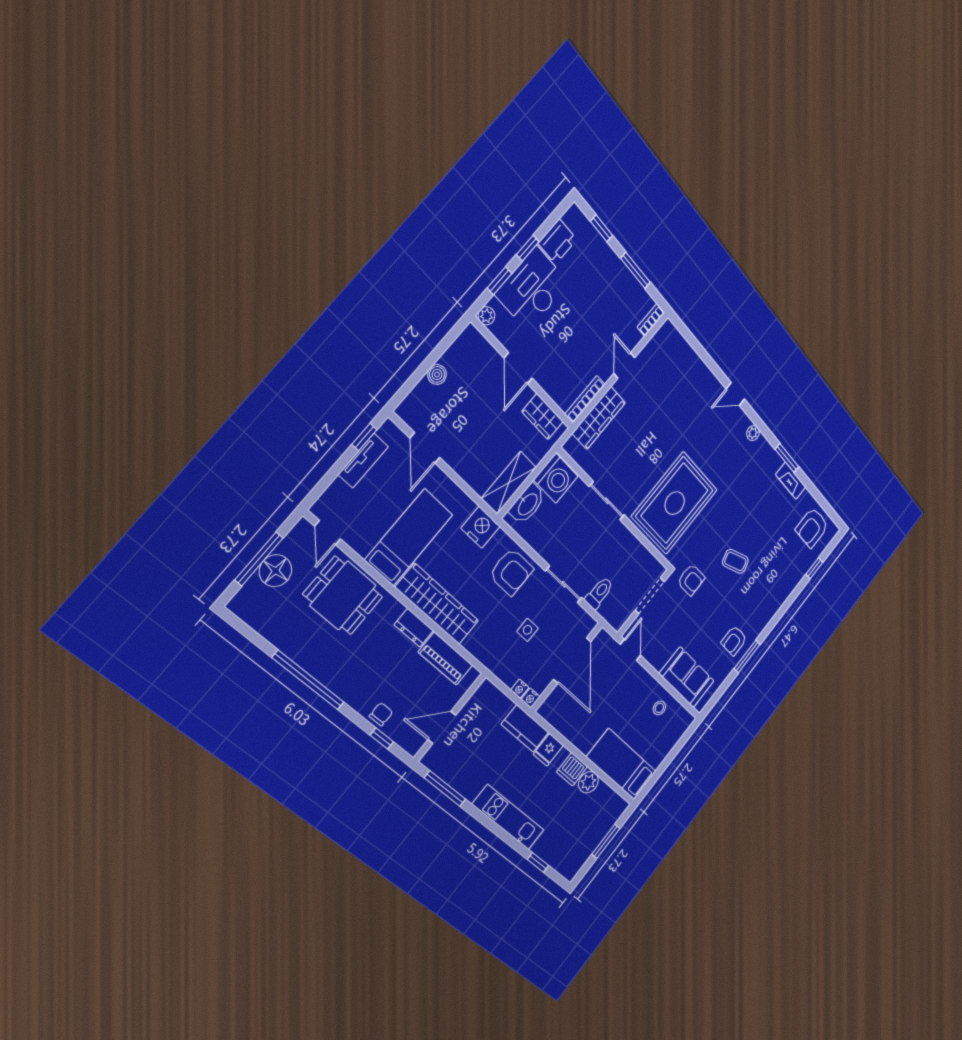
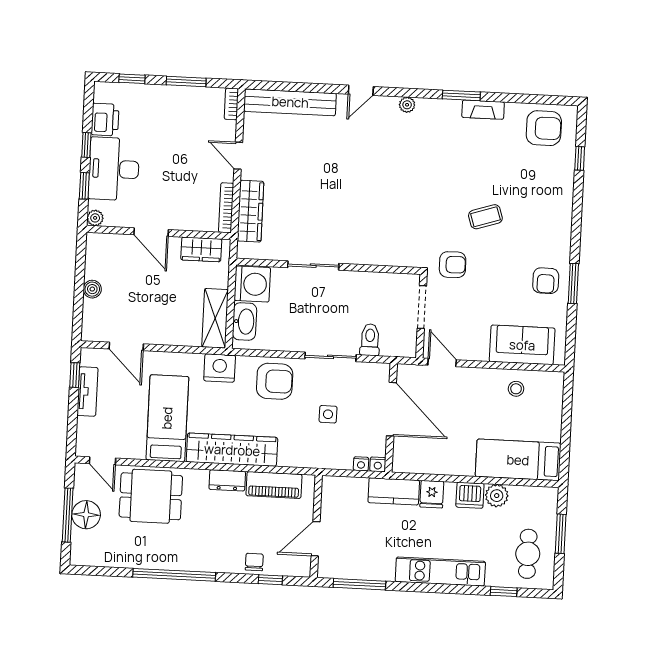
bench: (687, 358) -> (290, 102), added
rug: (675, 503) -> (380, 218), removed
armchair: (812, 528) -> (544, 128), turned -90
cafe table: (575, 843) -> (528, 554), added

